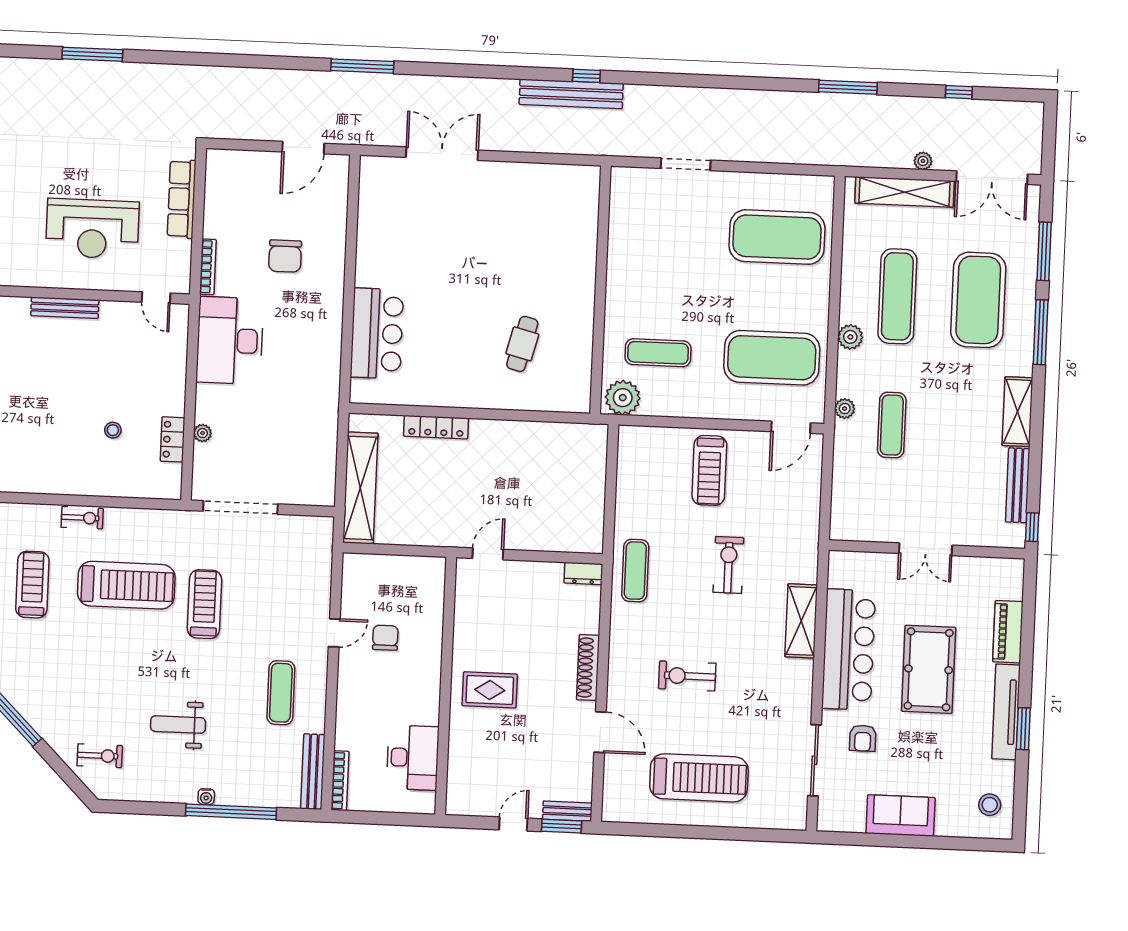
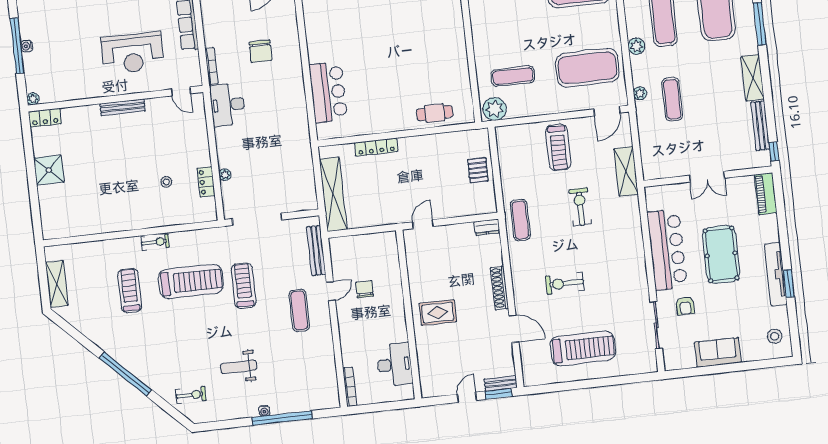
desk: (230, 341) -> (228, 105), width x0.73, depth x0.77
cafe table: (522, 344) -> (435, 113), moved, turned 76
pallet: (583, 486) -> (478, 170), added
shelving: (801, 621) -> (626, 171), moved
piano: (1008, 632) -> (766, 194), moved
exercise mat: (281, 693) -> (299, 310), moved
bench: (313, 772) -> (316, 251), moved

